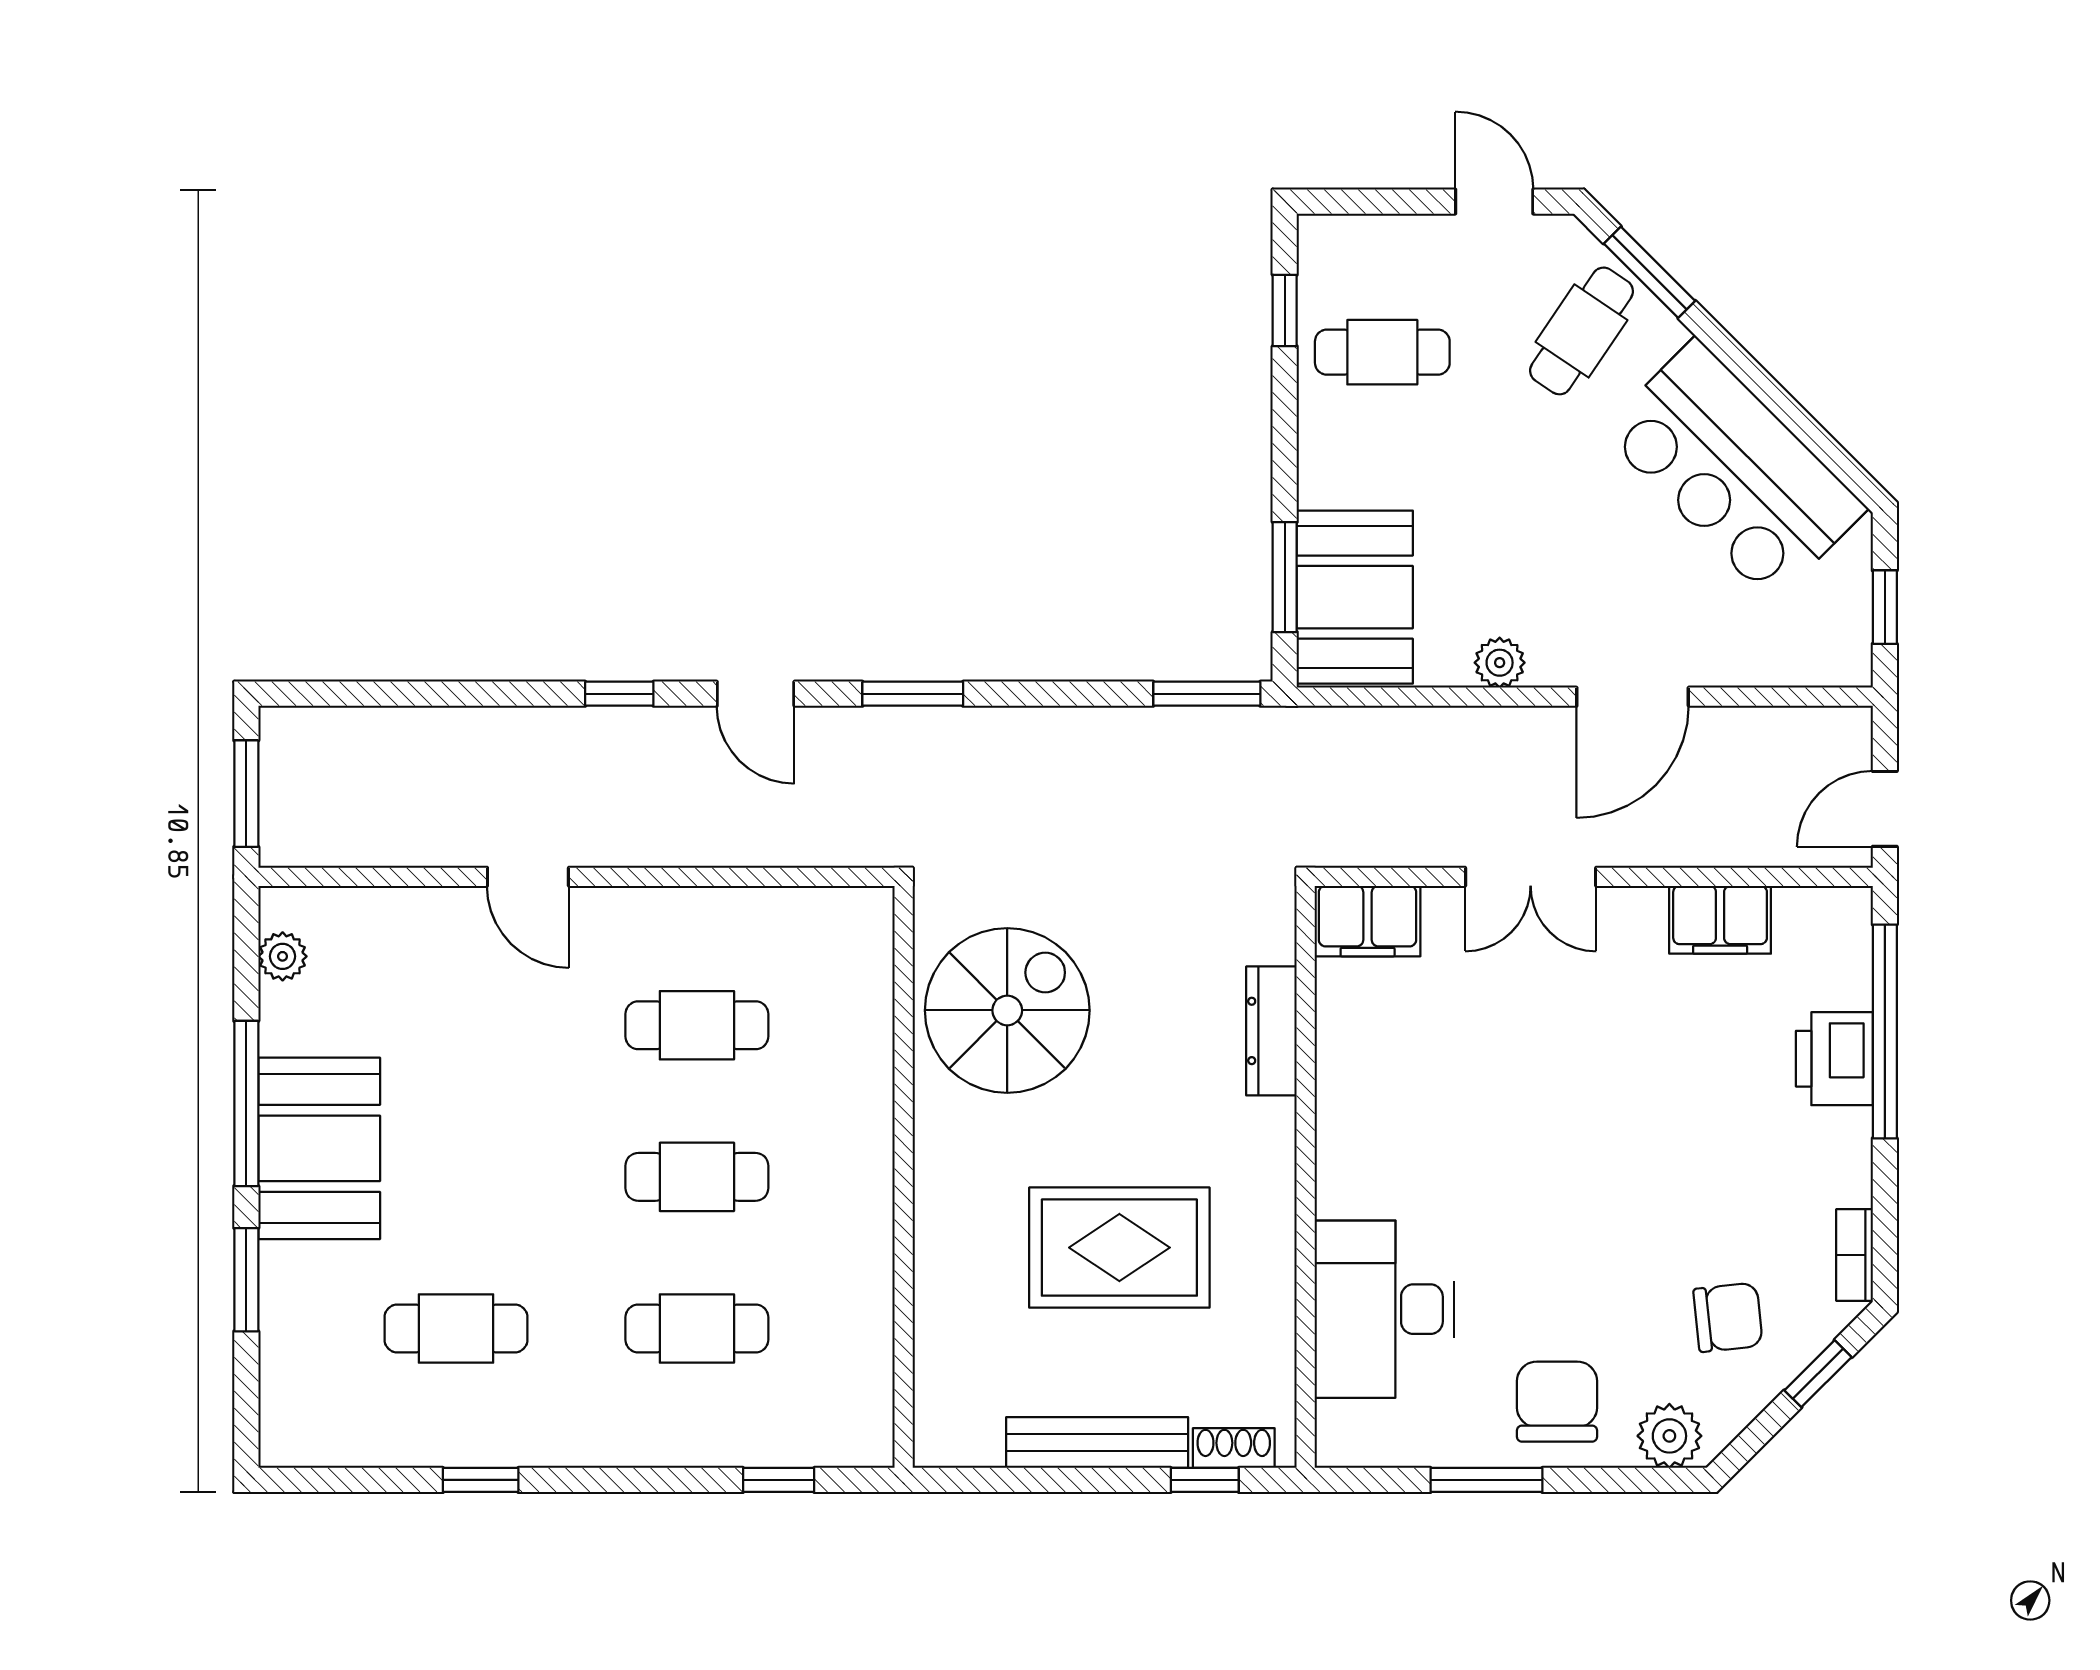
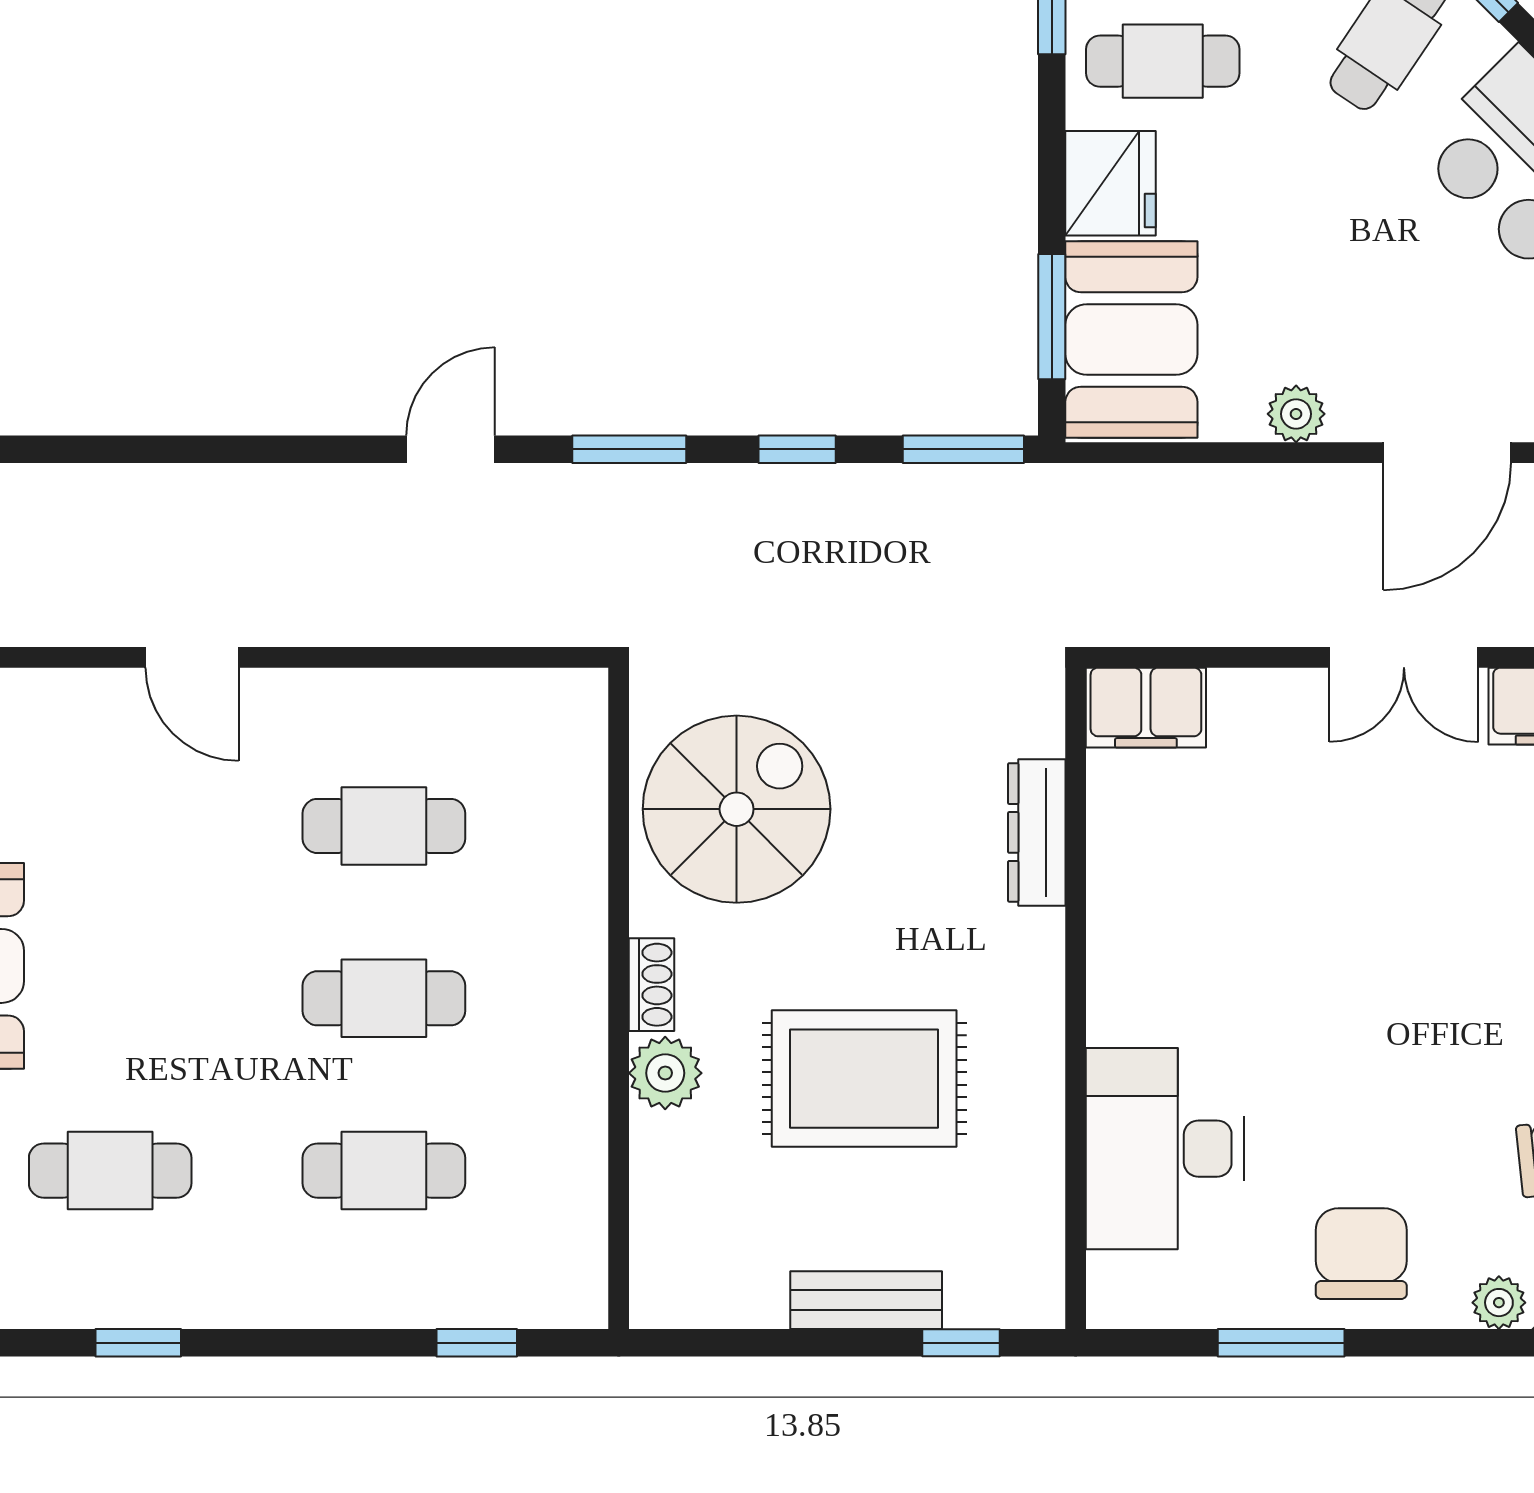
fridge: (1336, 460) -> (1111, 183), added
window: (619, 694) -> (797, 449), moved
door: (756, 694) -> (451, 449), swing flipped
double door: (1531, 877) -> (1404, 657), moved
plant: (944, 1243) -> (665, 1073), added
plant: (1669, 1436) -> (1499, 1303), width x0.73, depth x0.73
bench: (1097, 1443) -> (866, 1300), width x0.73
shoe rack: (1234, 1448) -> (652, 985), moved, turned 90

